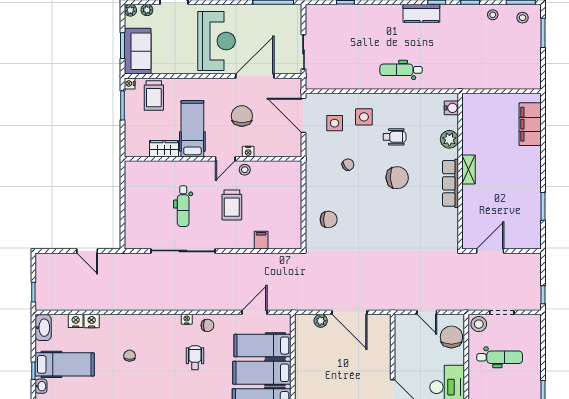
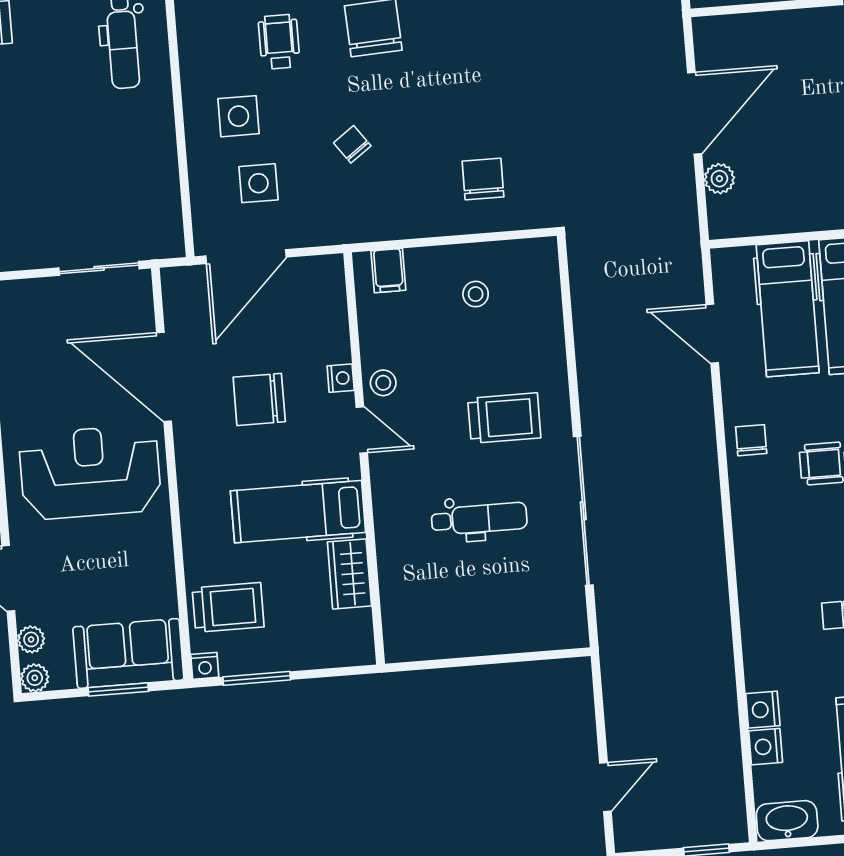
trolley: (232, 205) -> (504, 418), moved
stool: (280, 212) -> (476, 294), added
filing cabinet: (261, 240) -> (388, 271), moved, turned -90
door: (87, 251) -> (605, 787), moved
nightstand: (187, 319) -> (741, 489), removed

